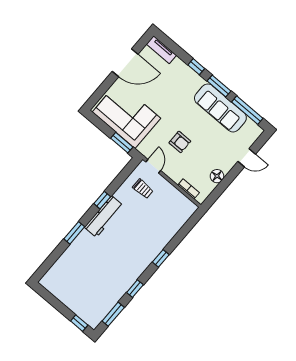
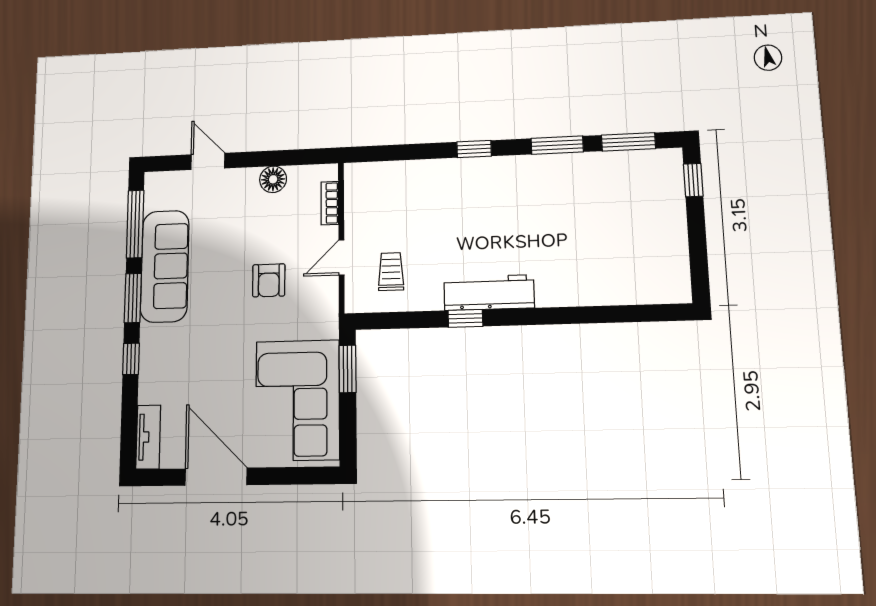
armchair: (180, 142) -> (269, 280), turned 180
door: (153, 166) -> (341, 257), moved
window: (74, 233) -> (558, 316), removed
window: (135, 289) -> (557, 145), width x1.50

